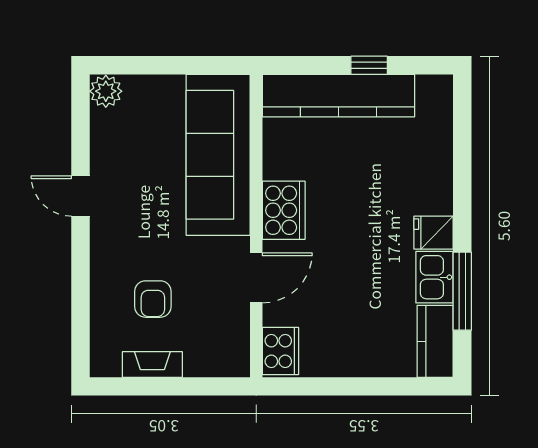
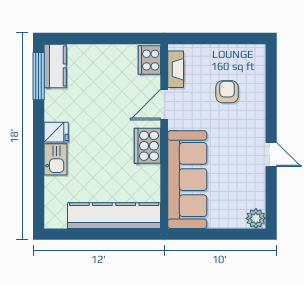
window: (369, 65) -> (95, 234), removed
kitchen sink: (434, 277) -> (56, 159), moved
window: (462, 291) -> (39, 76), moved
fireplace: (152, 364) -> (176, 69), moved, turned -90

